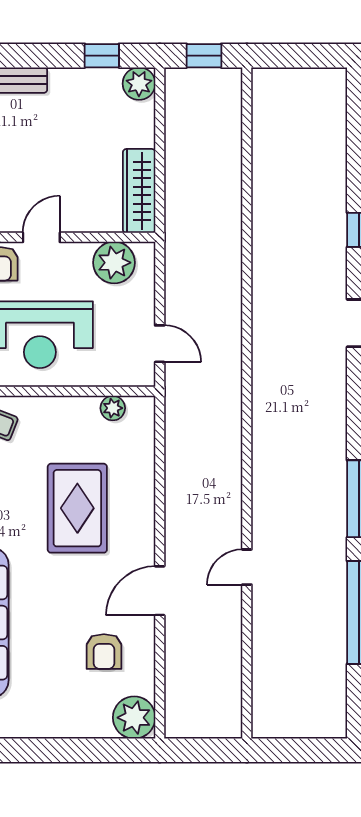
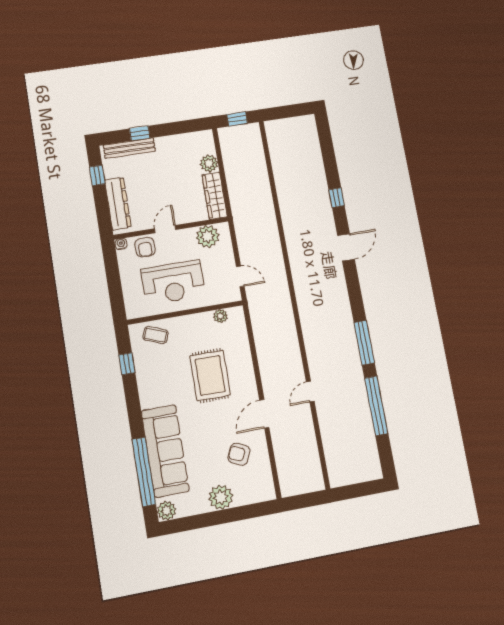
window: (102, 56) -> (140, 133), moved
plant: (139, 84) -> (209, 163), moved
armchair: (104, 651) -> (239, 454), turned 115
plant: (134, 718) -> (221, 497), moved

